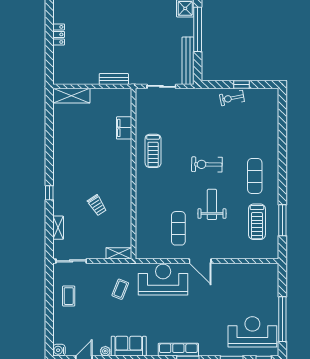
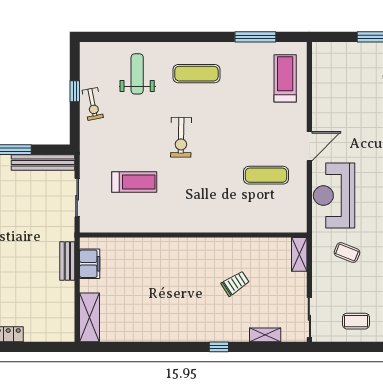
filing cabinet: (124, 128) -> (90, 264), moved, turned -90
treadmill: (153, 151) -> (134, 182), moved
weight bench: (212, 204) -> (137, 74), moved, turned 90
treadmill: (257, 222) -> (285, 78), moved, turned -90

